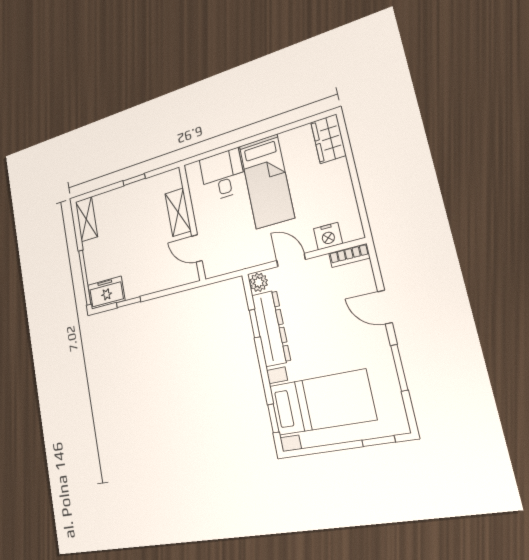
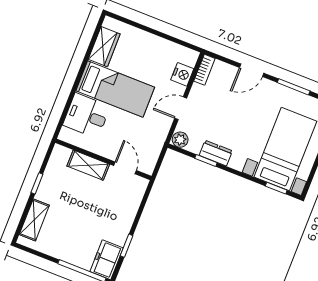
wardrobe: (328, 139) -> (104, 47), moved, turned -90
shelving: (86, 219) -> (34, 220), moved, turned 90
door: (197, 248) -> (125, 168), swing flipped
dresser: (271, 328) -> (216, 153), width x0.51, depth x0.80

